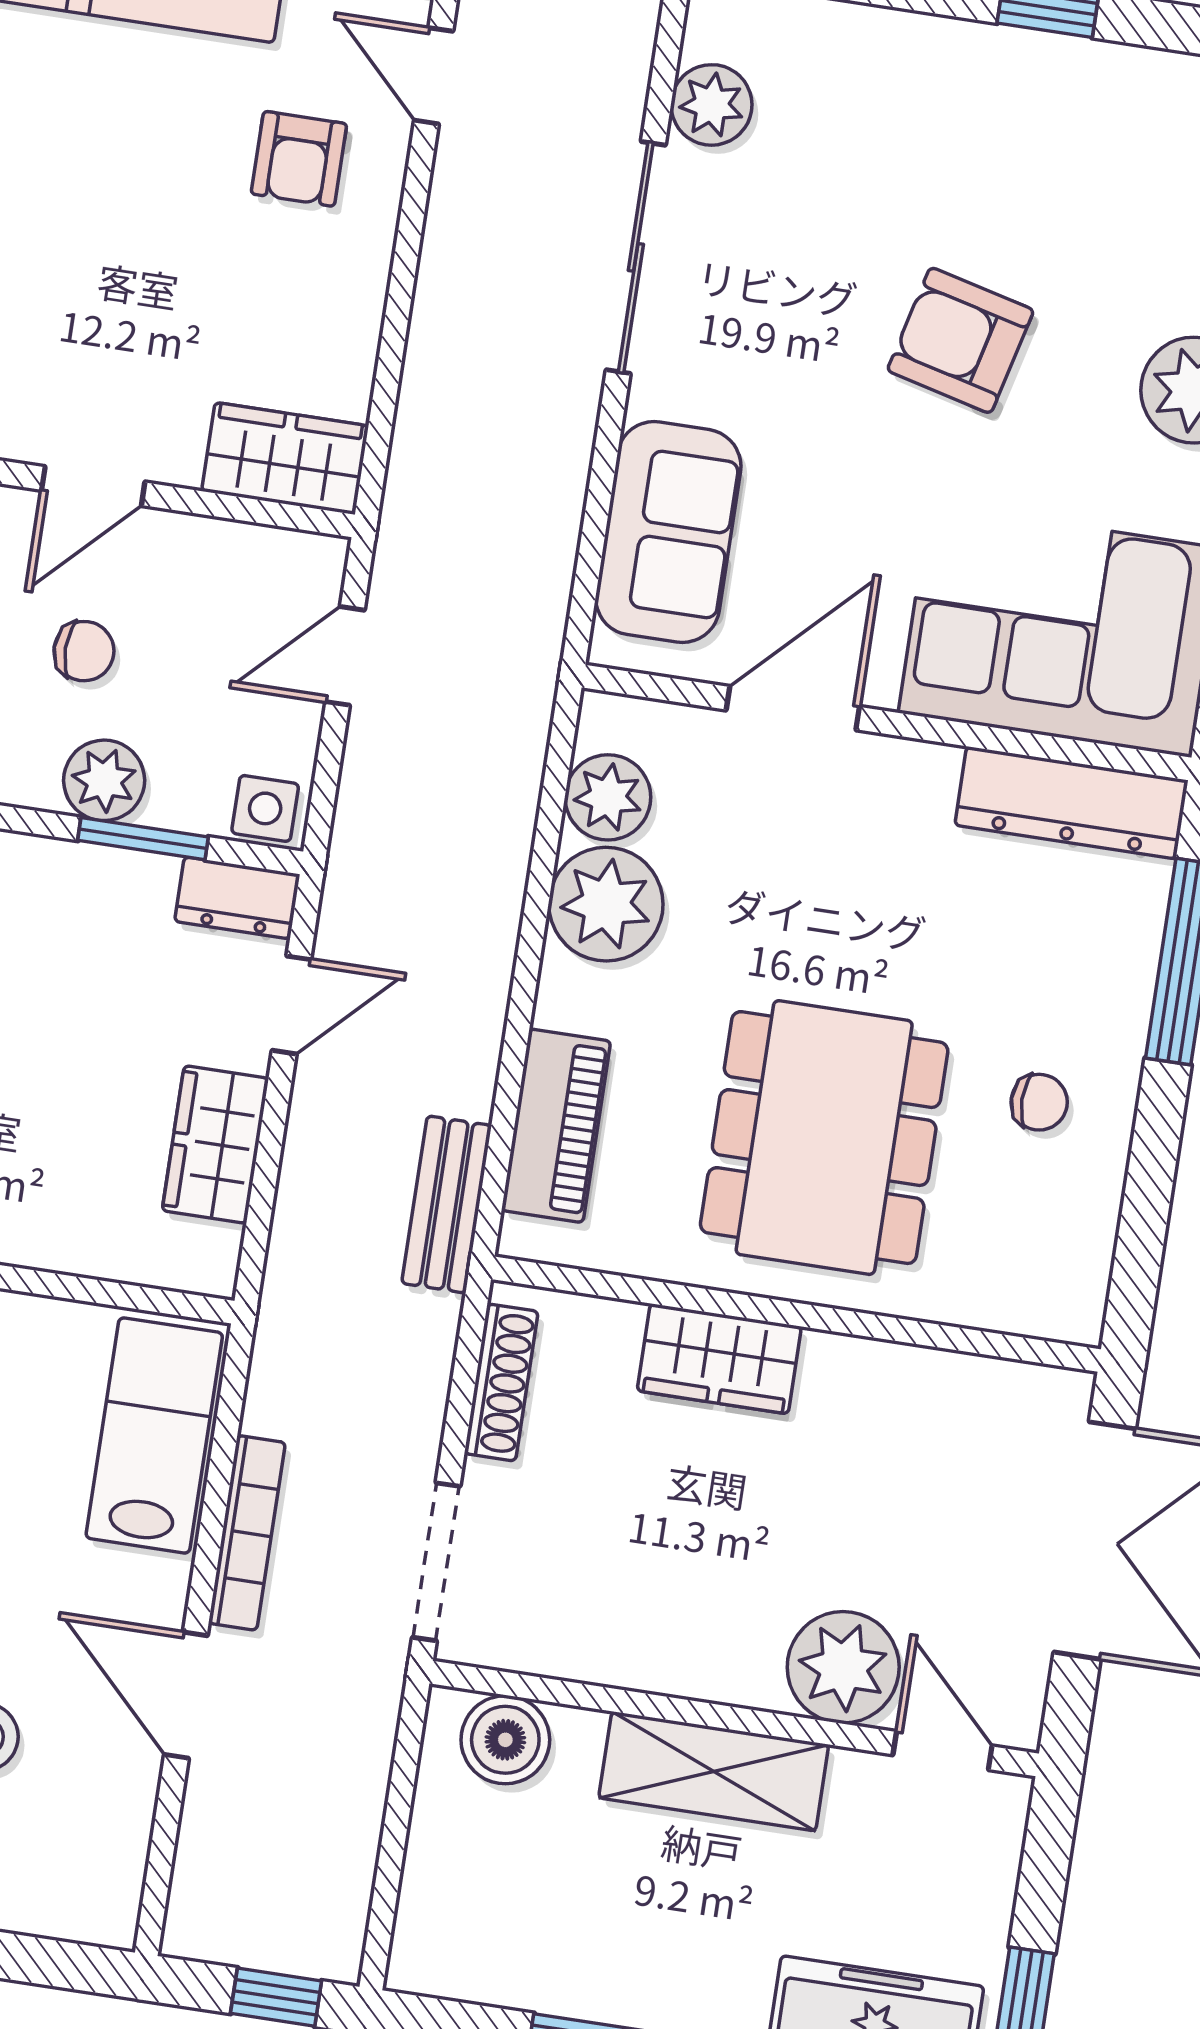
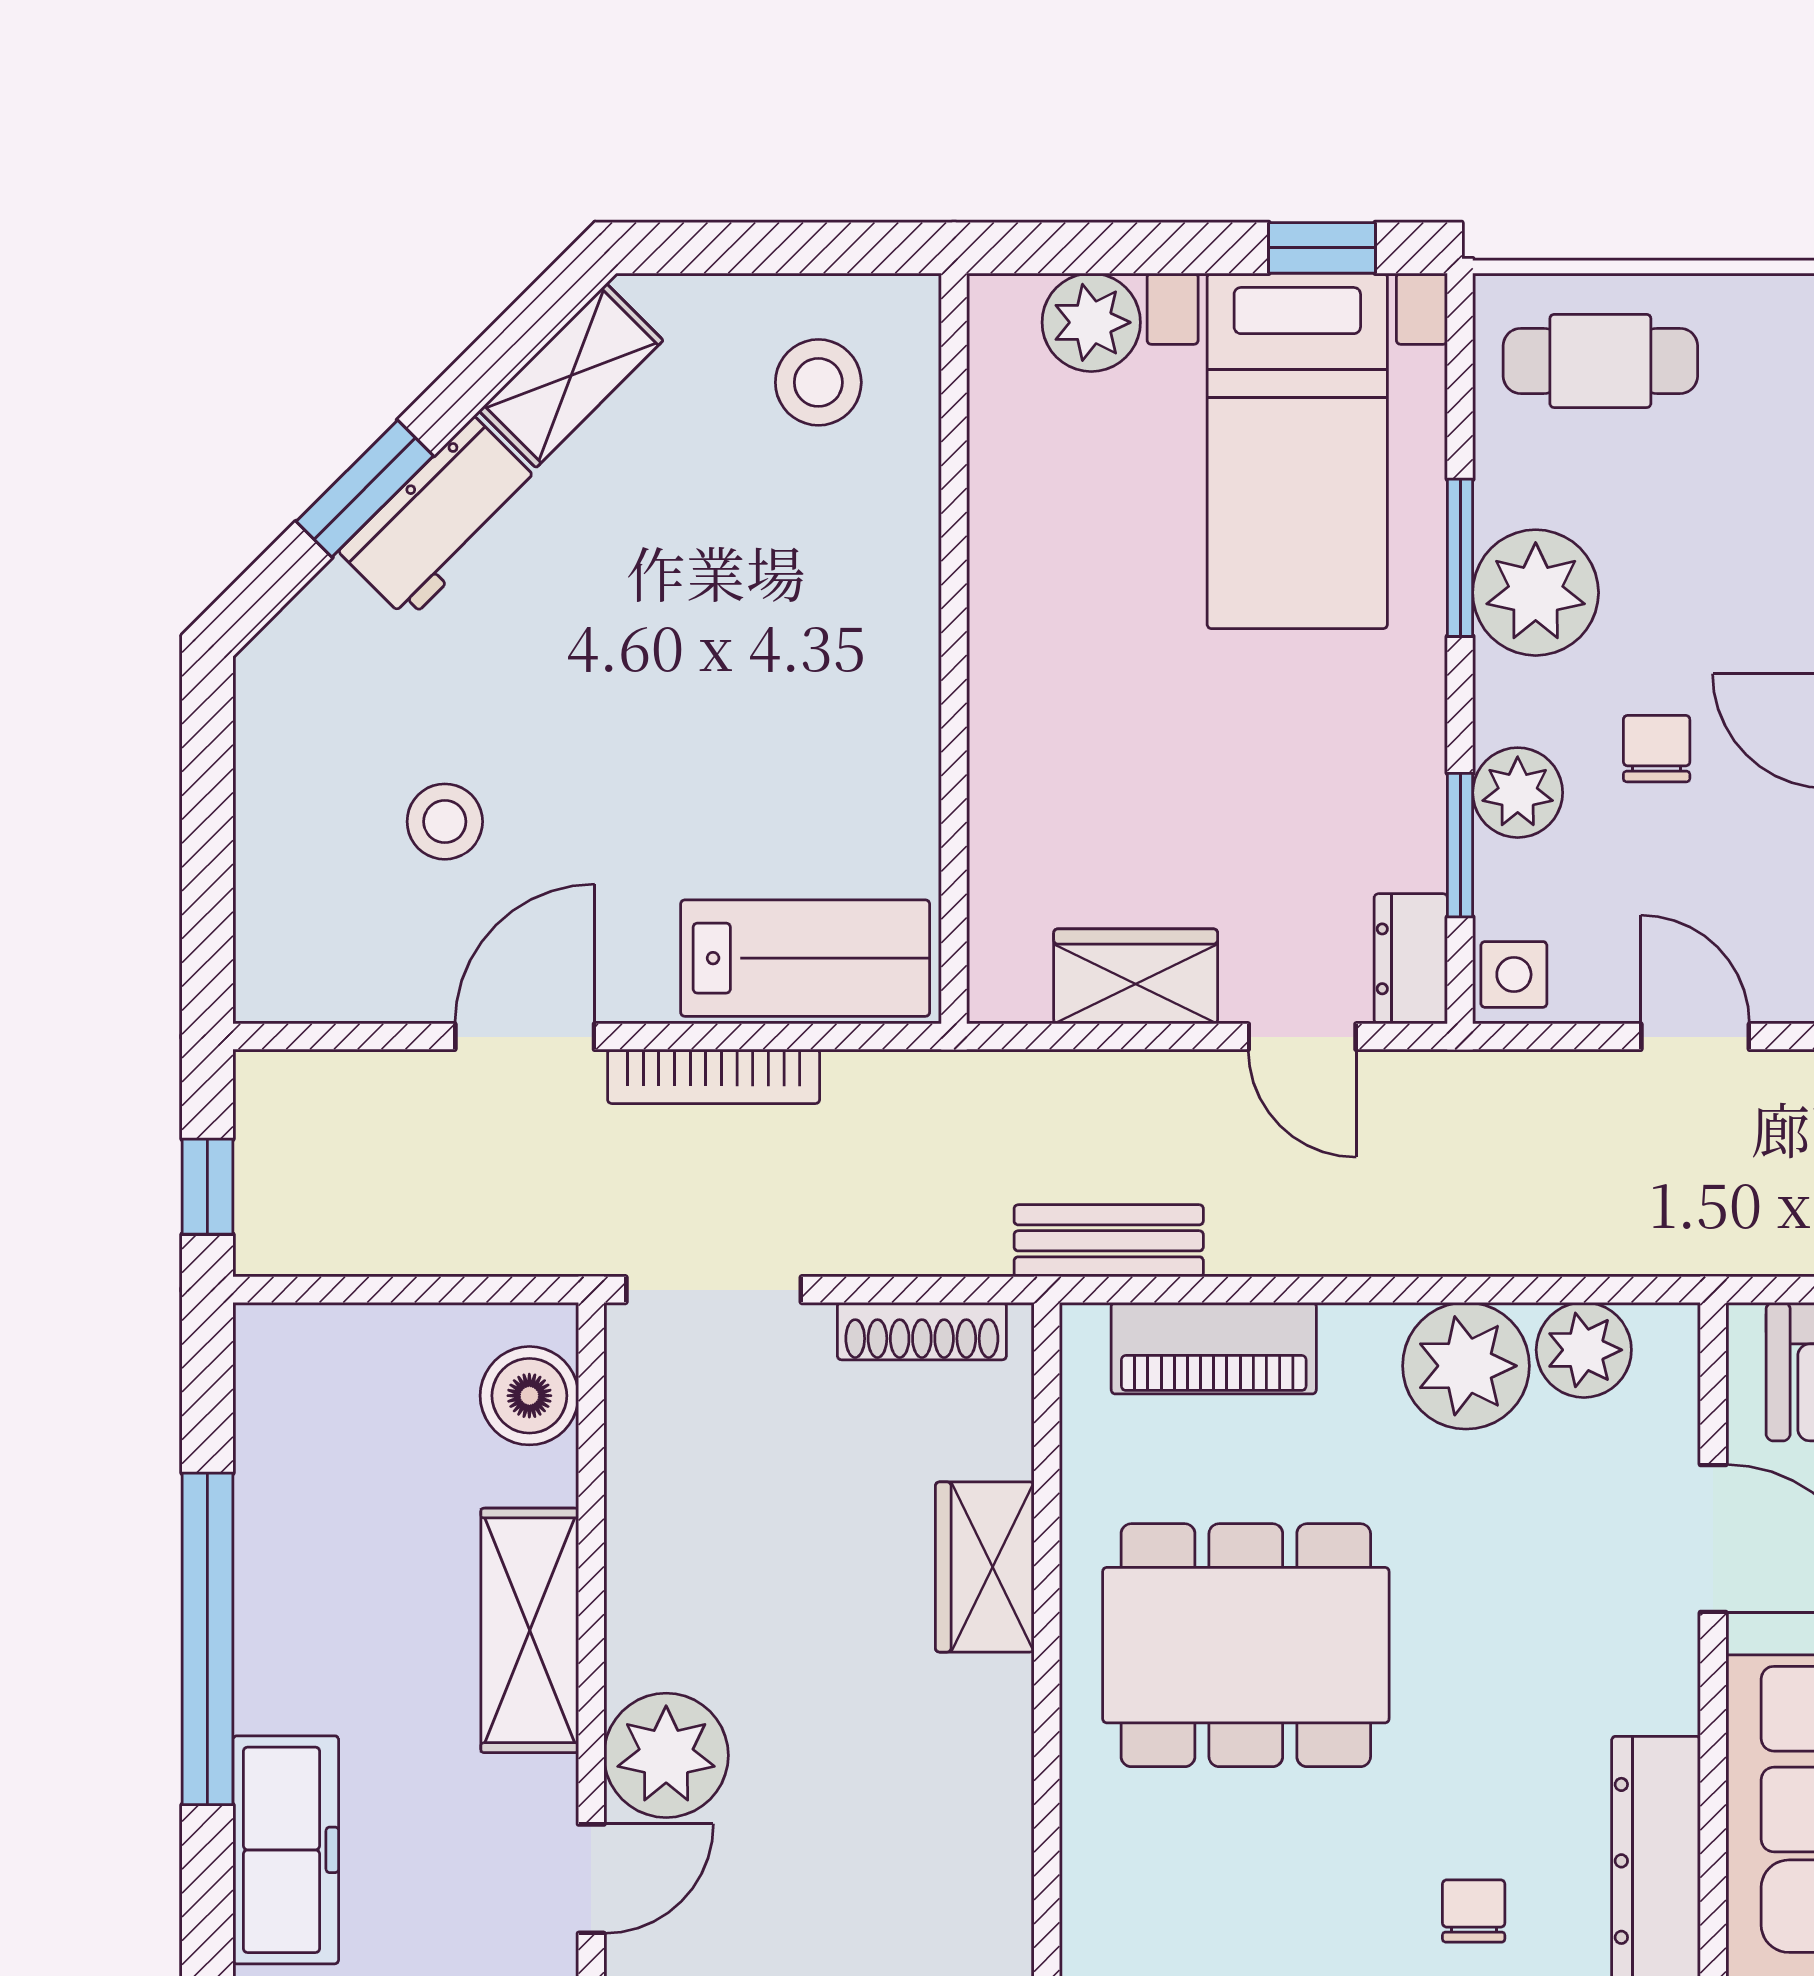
chair: (84, 651) -> (1657, 749), turned 180
chair: (1039, 1102) -> (1474, 1911), moved, turned 180

